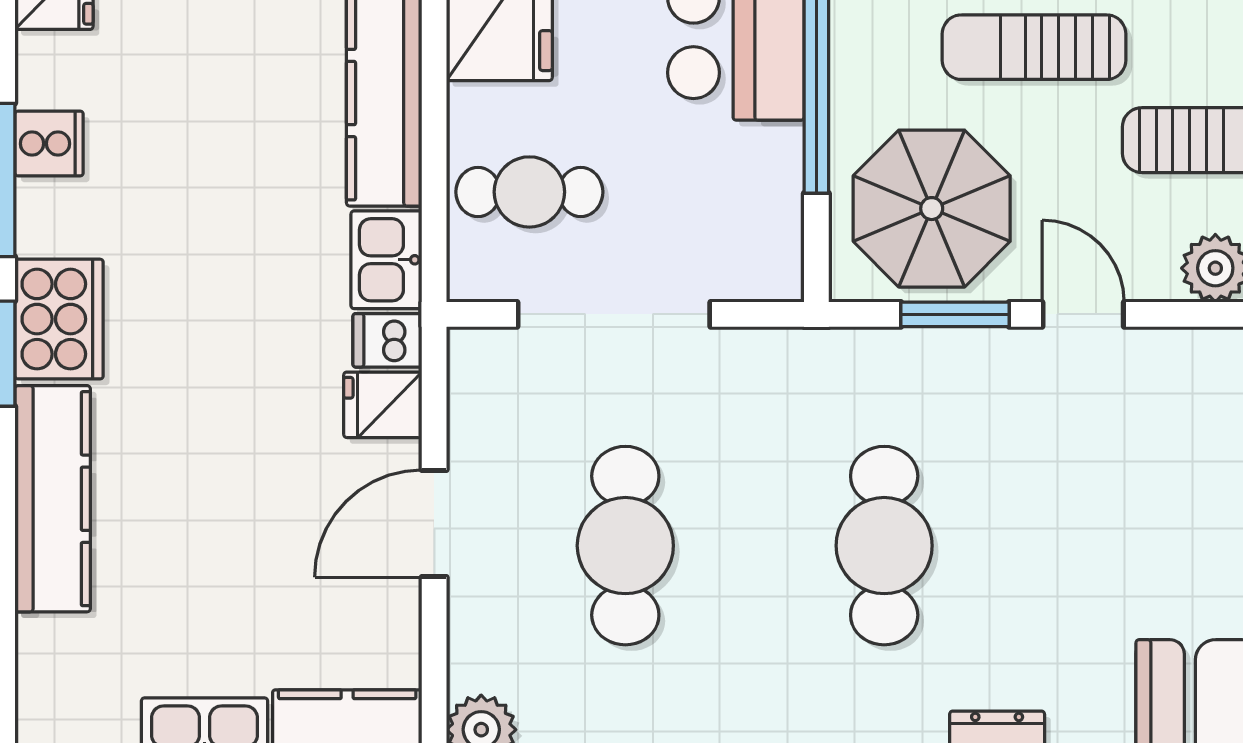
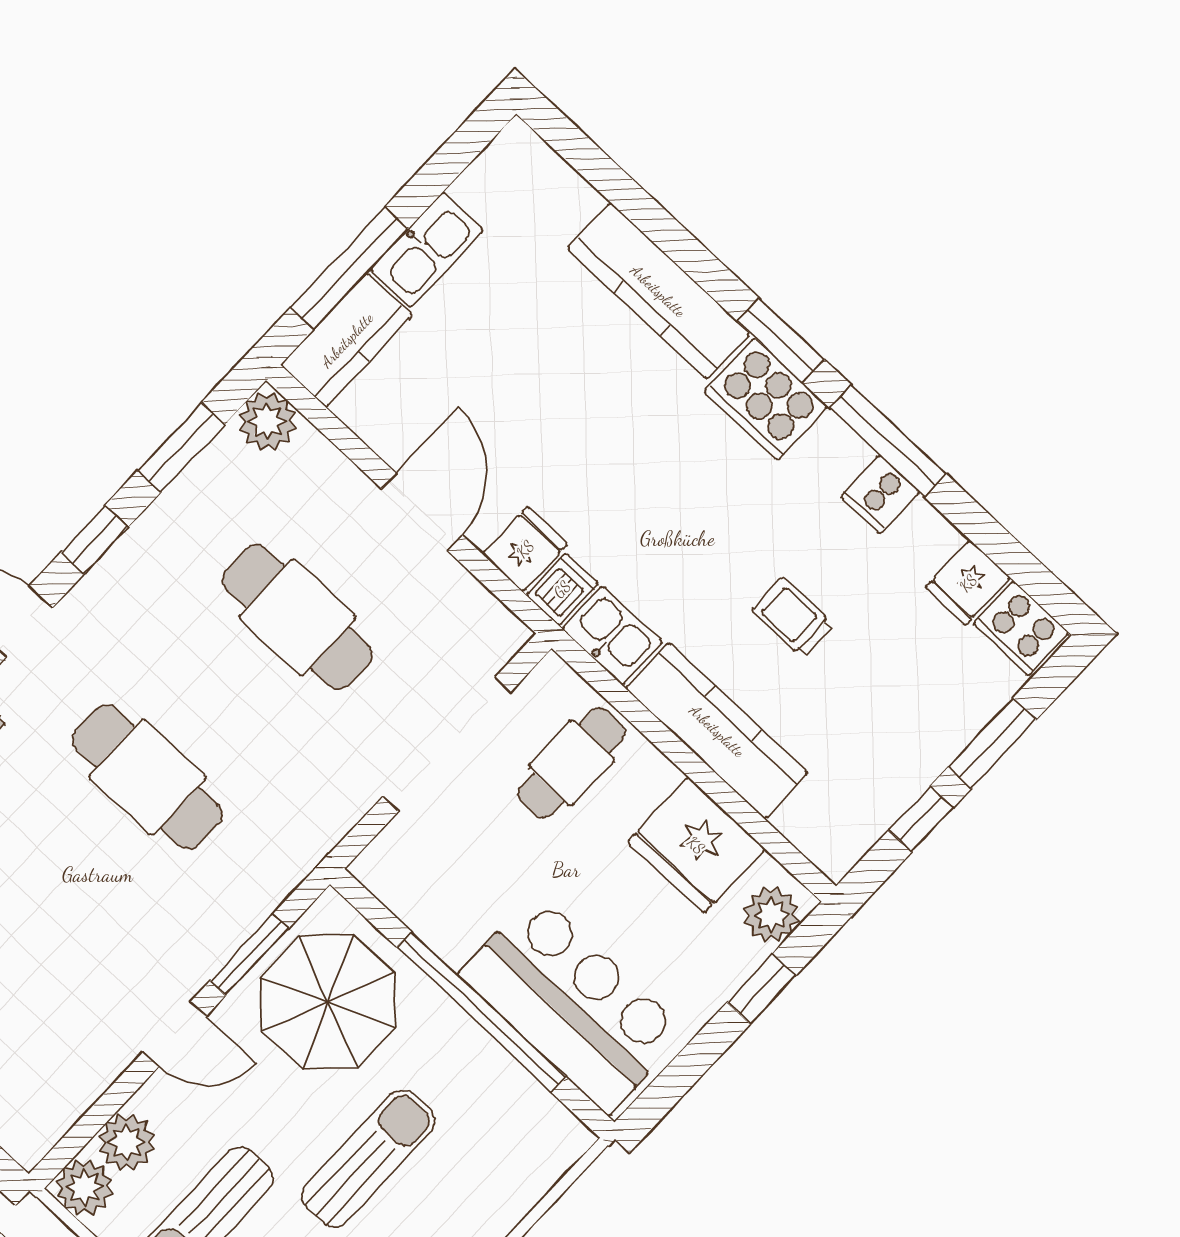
trolley: (226, 119) -> (793, 618), added

